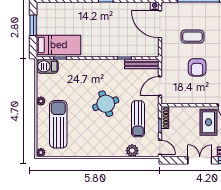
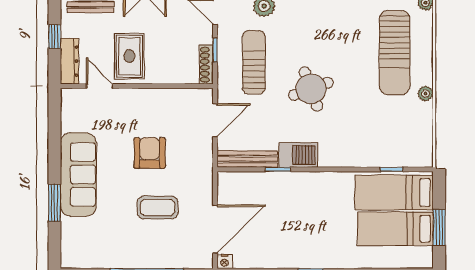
door: (160, 24) -> (215, 229), hinge flipped
bed: (58, 25) -> (395, 229), added
barbecue: (47, 66) -> (298, 155), moved

